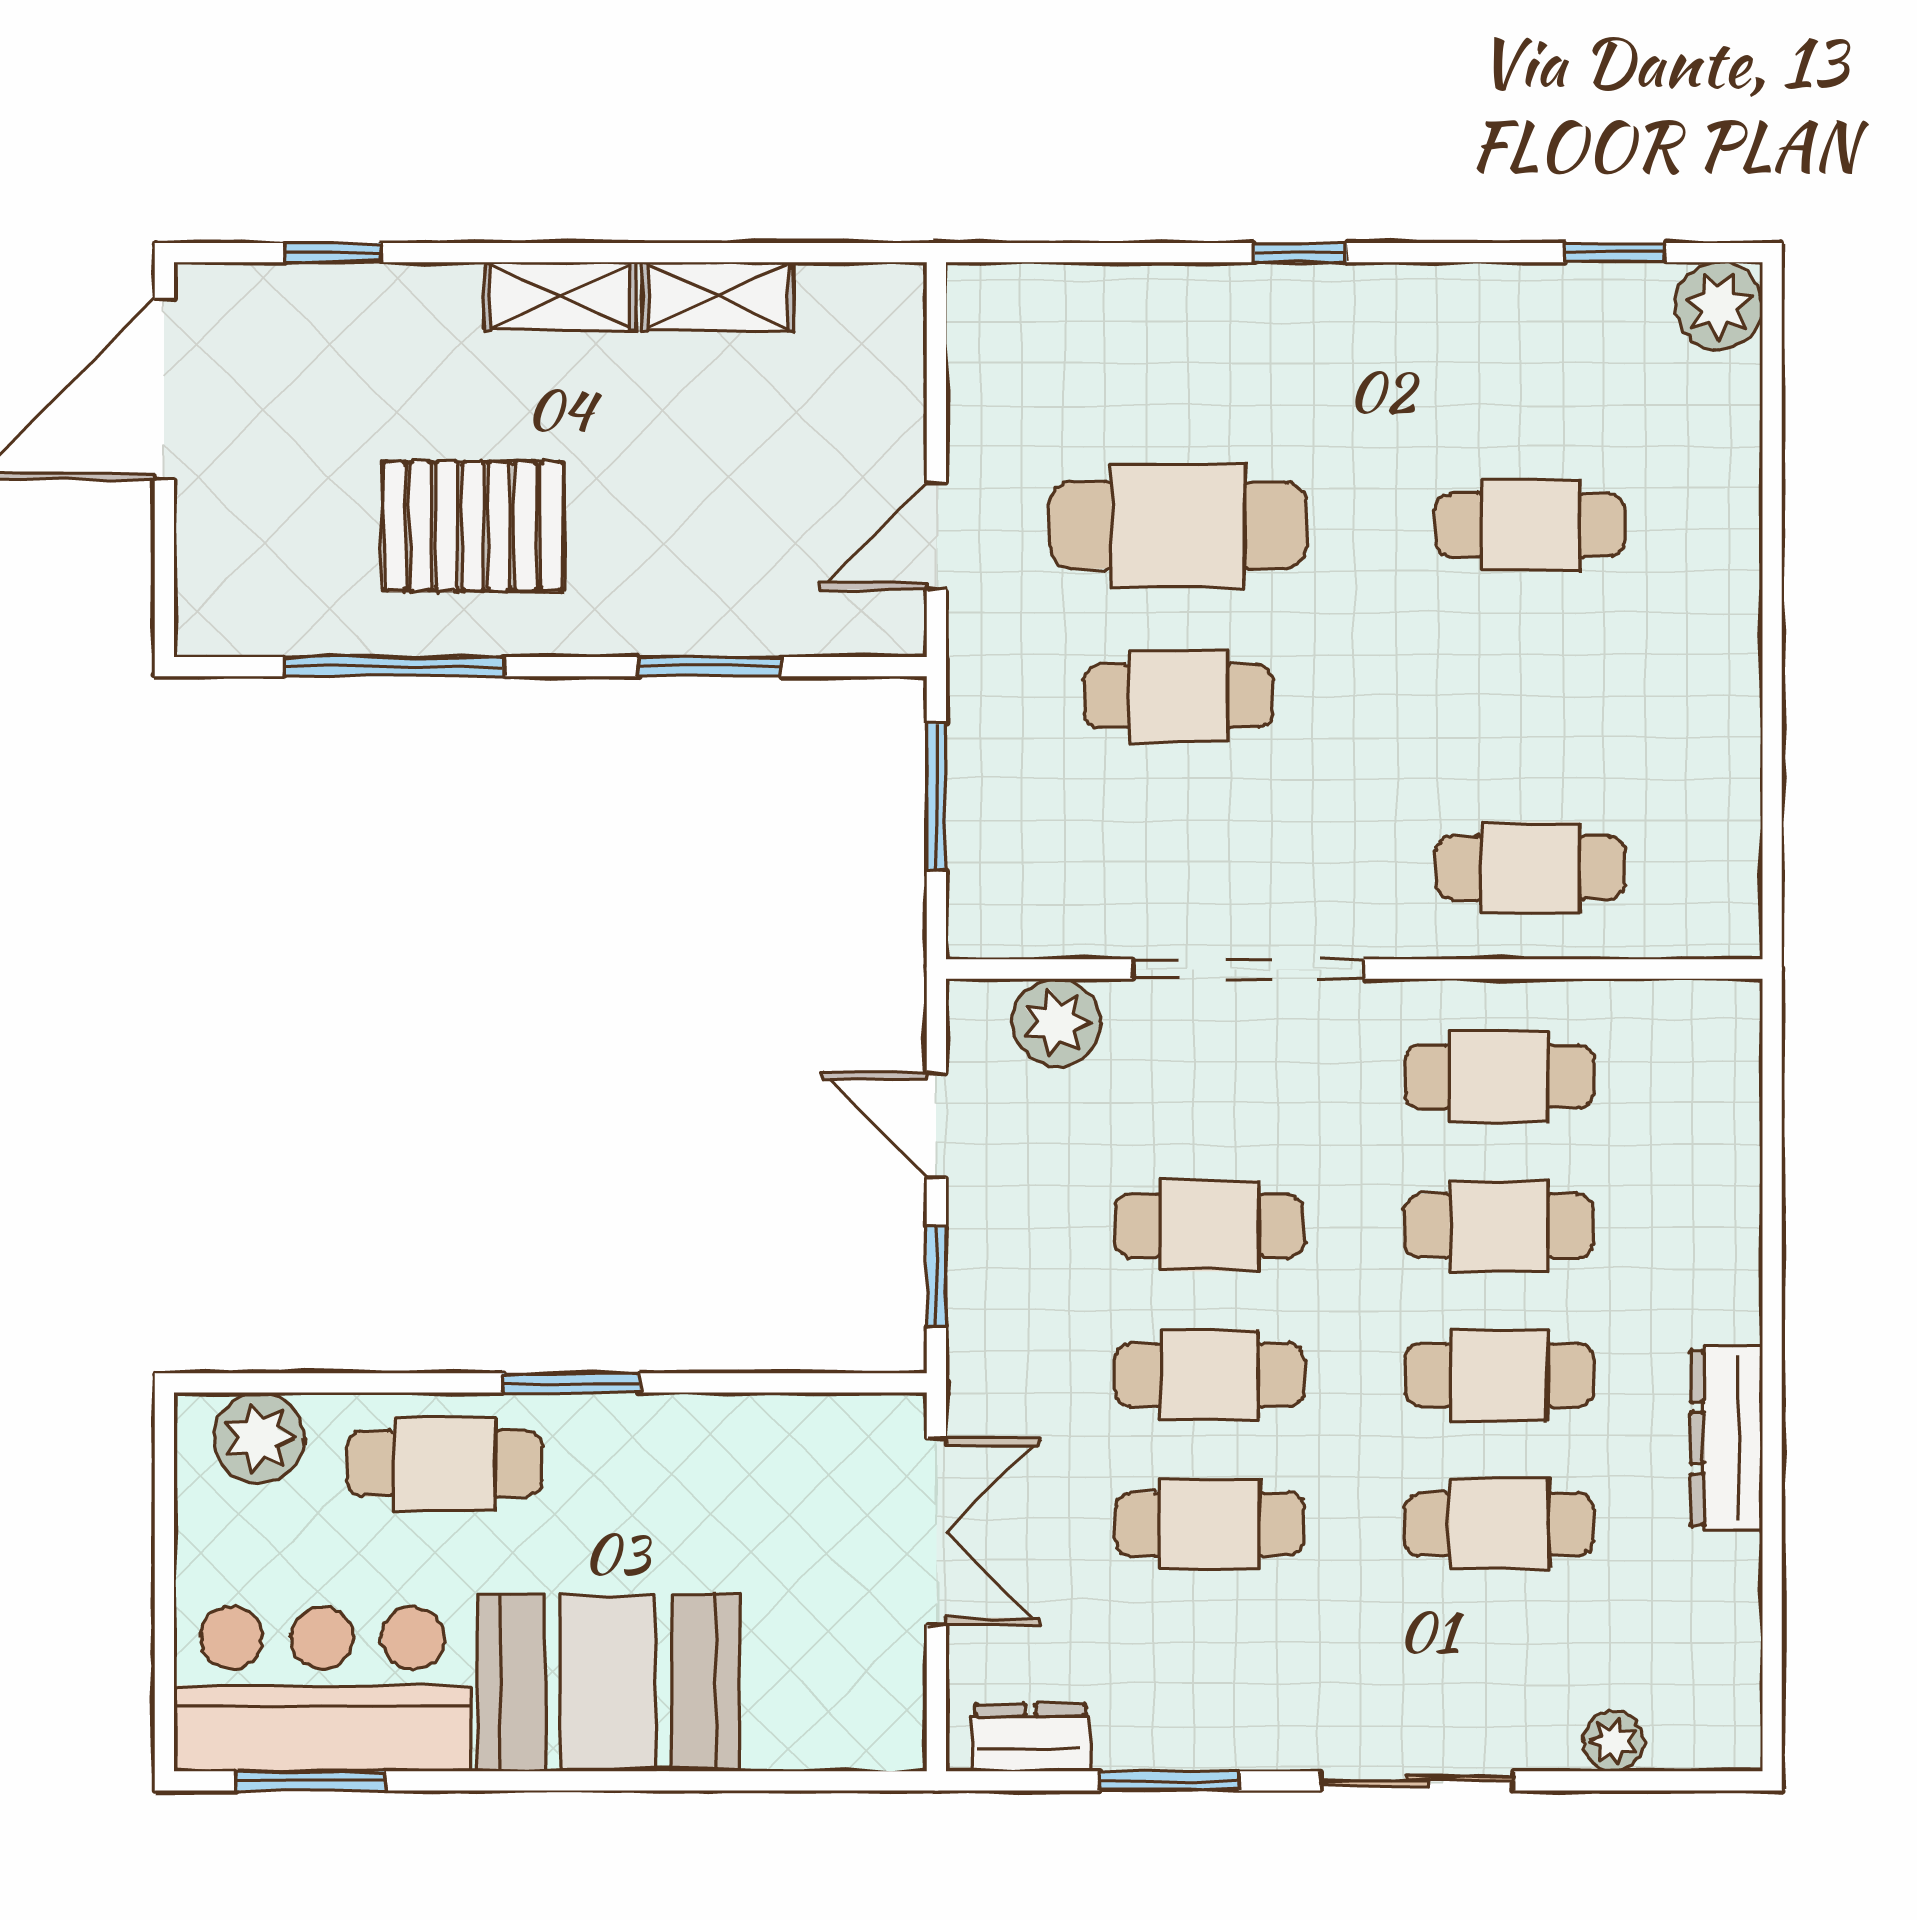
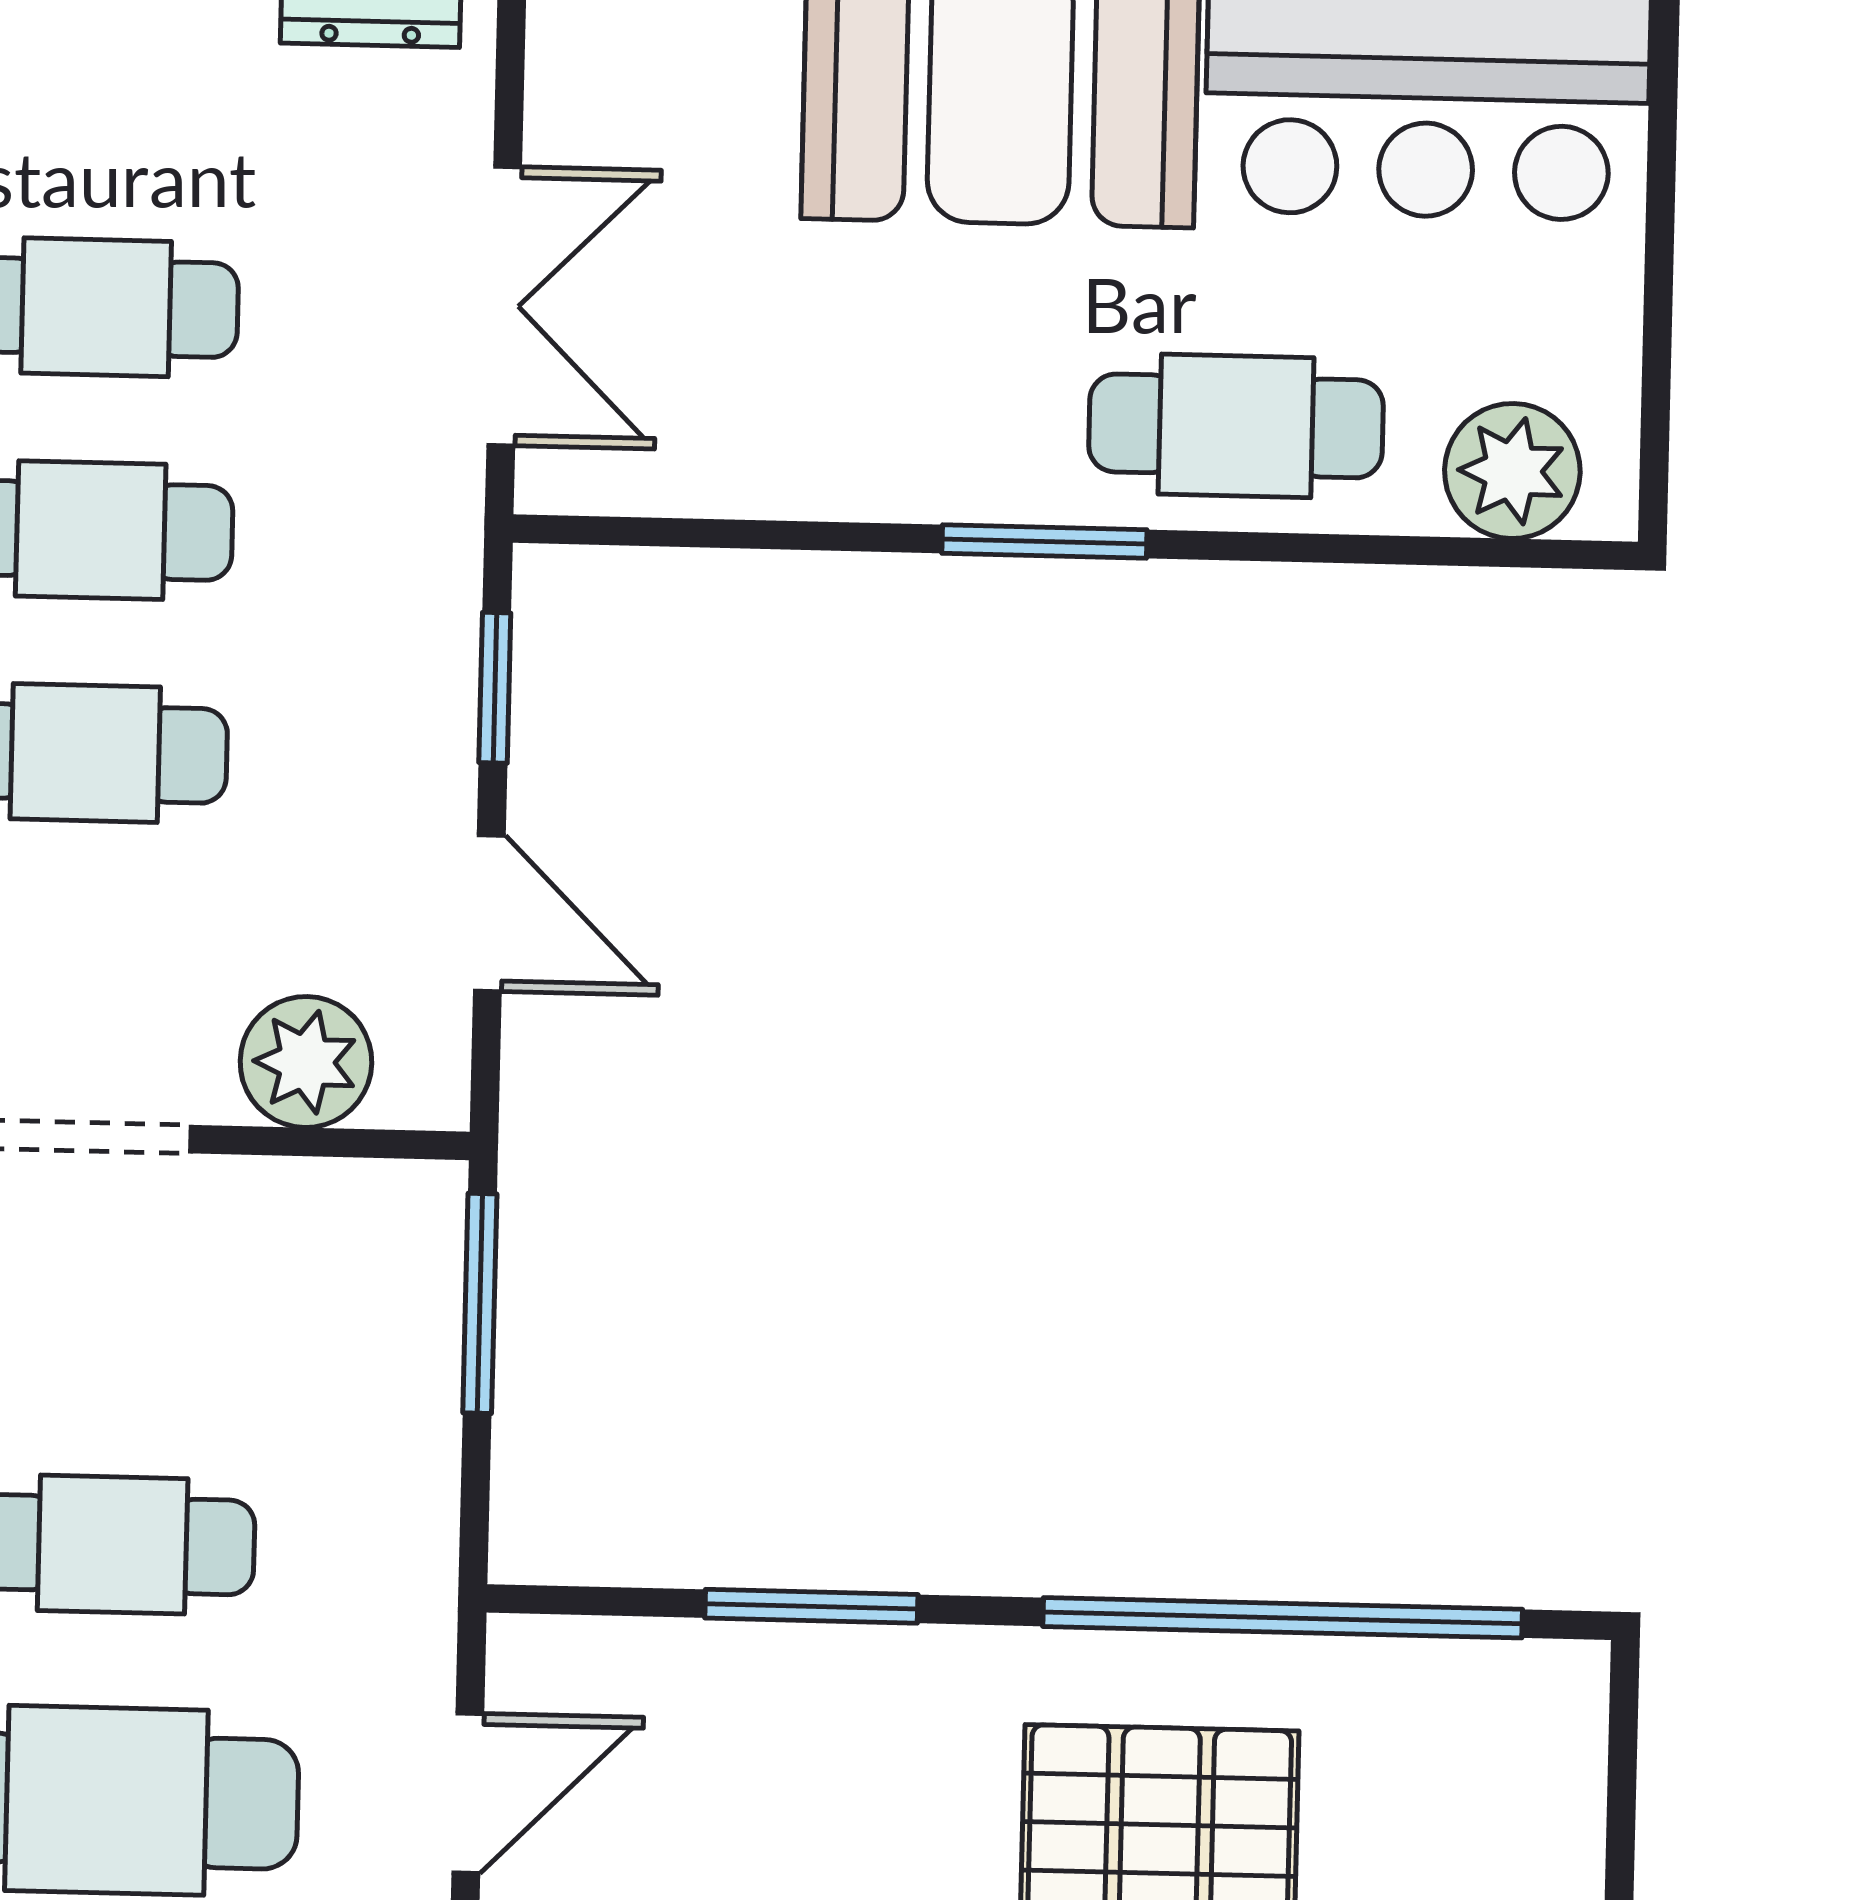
window: (394, 667) -> (1283, 1618), width x1.46
window: (936, 796) -> (480, 1303), moved
double door: (936, 1532) -> (504, 306), swing flipped

